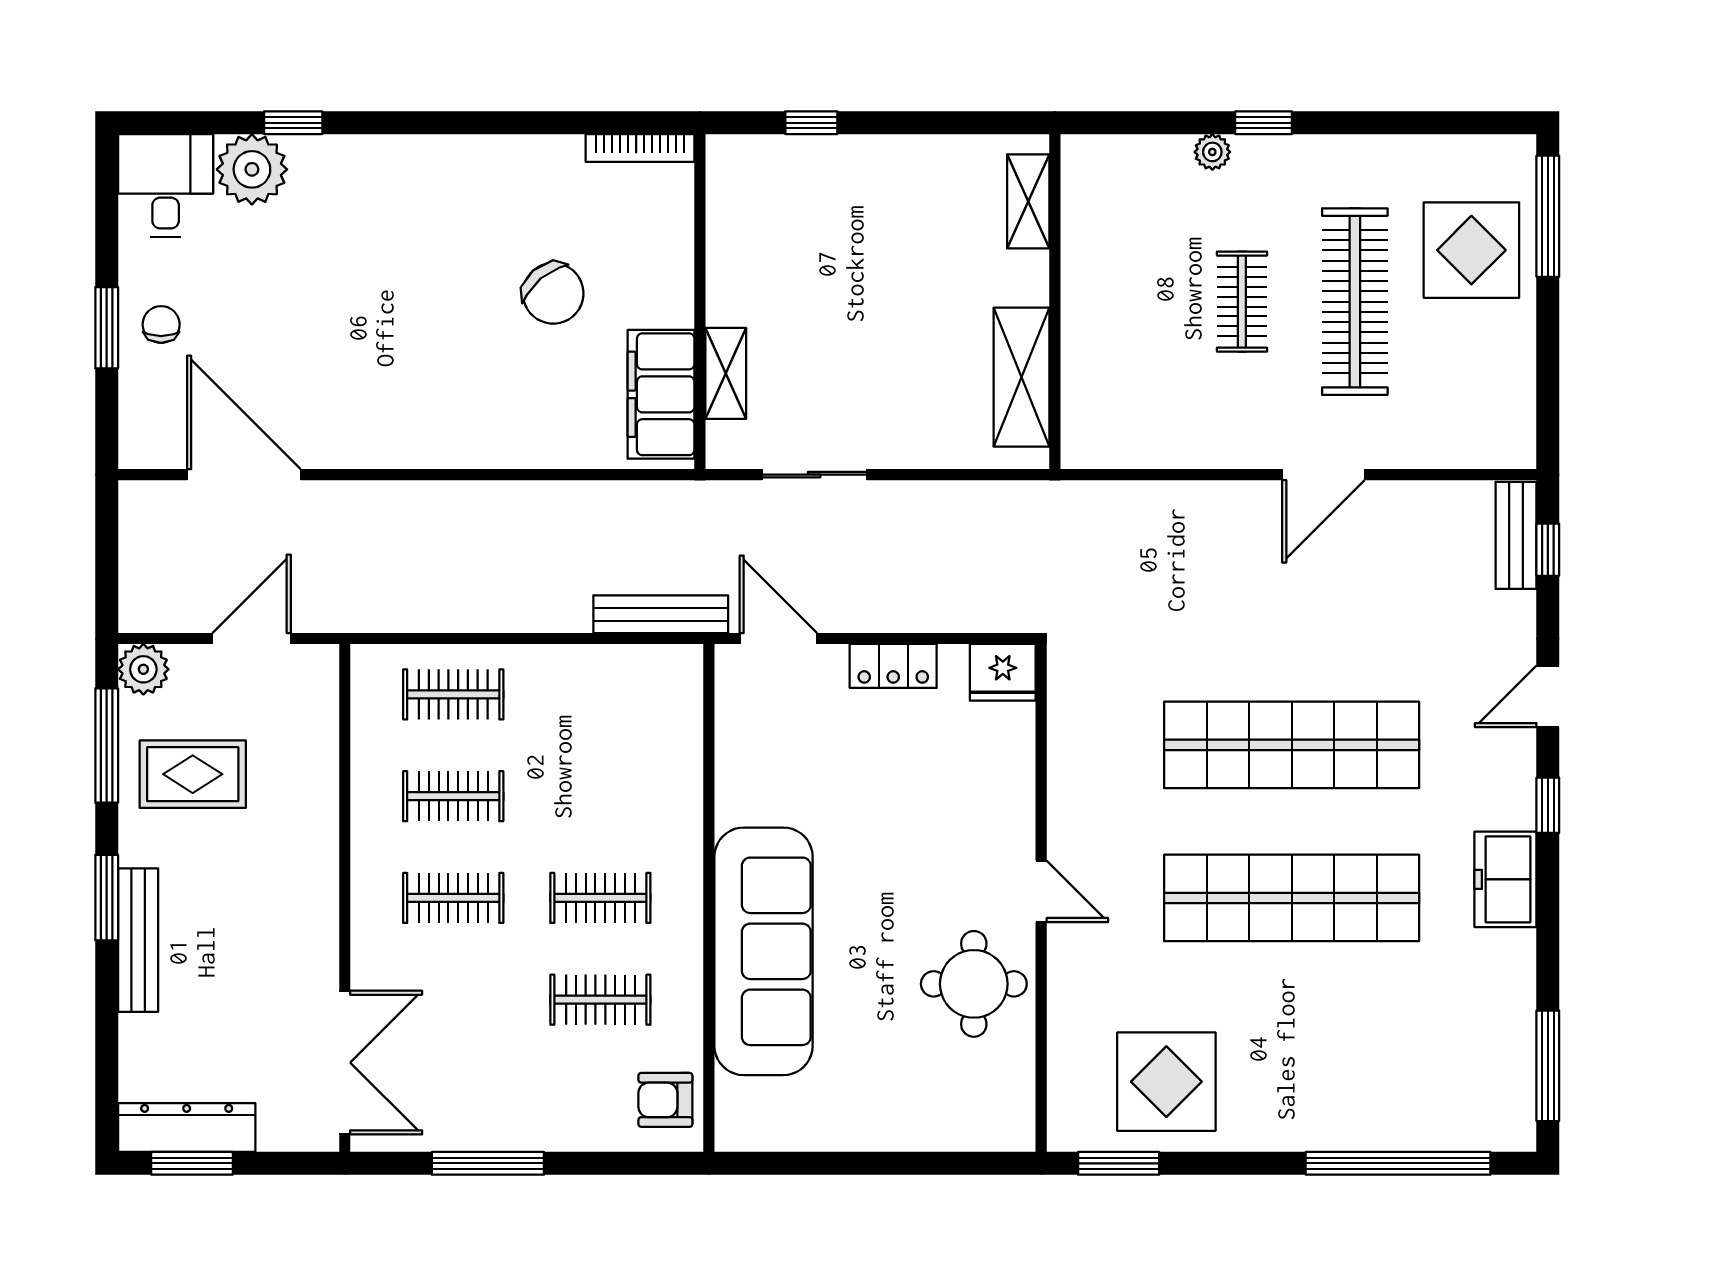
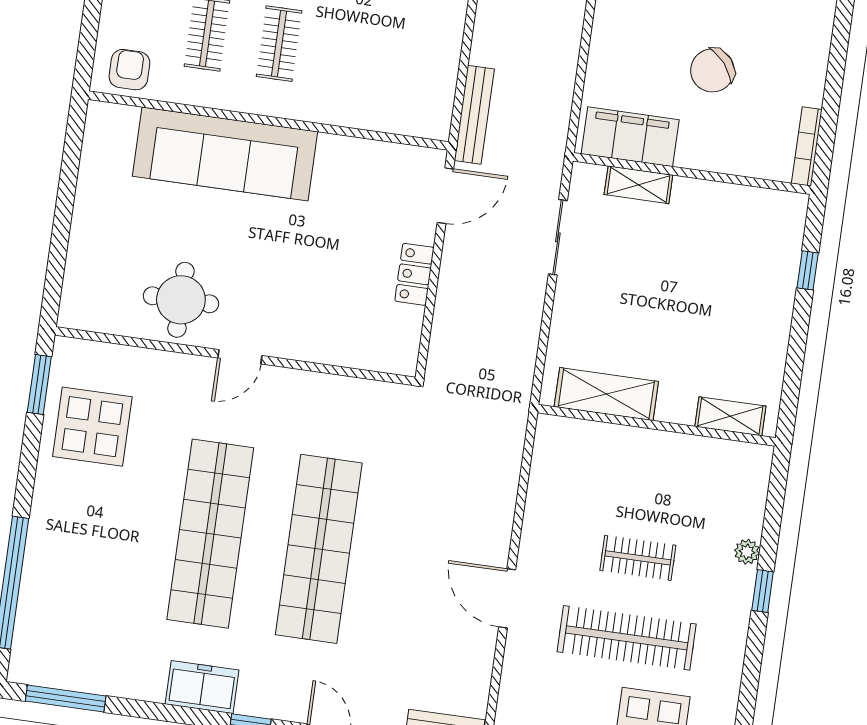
fridge: (1003, 672) -> (399, 351), removed

